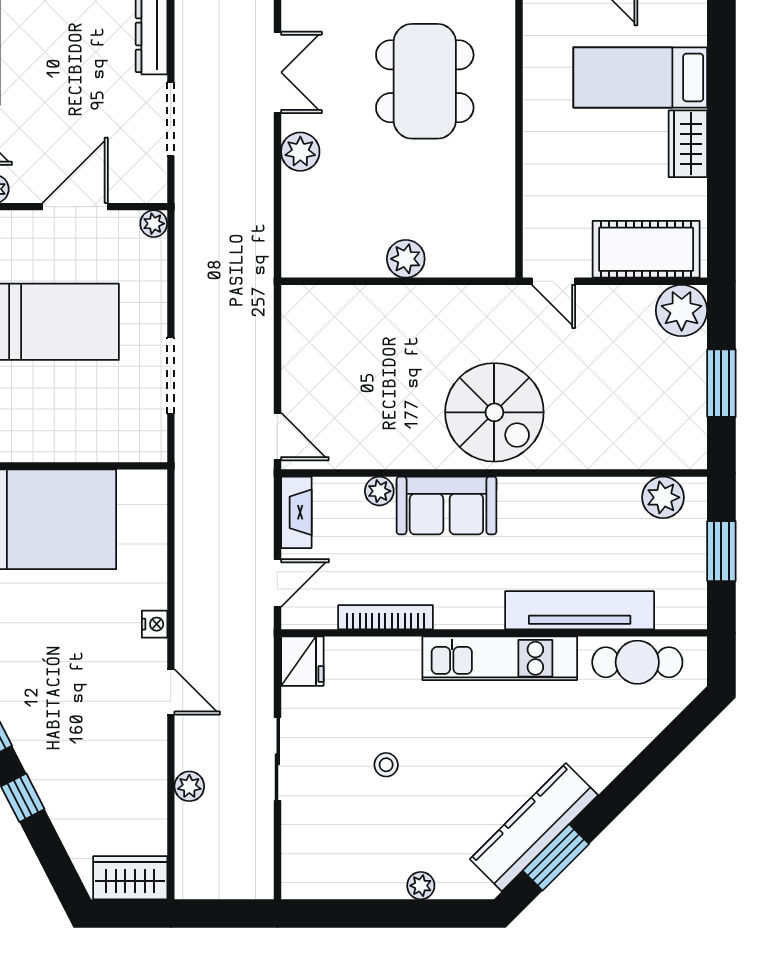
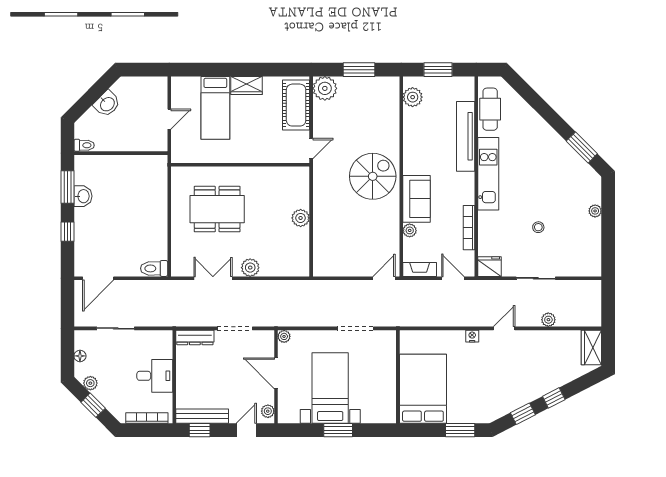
kitchen counter: (534, 827) -> (568, 158), removed

